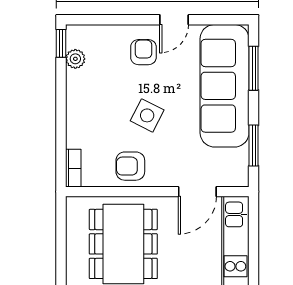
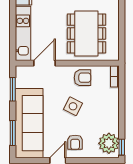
plant: (75, 59) -> (109, 143), width x1.87, depth x1.87

